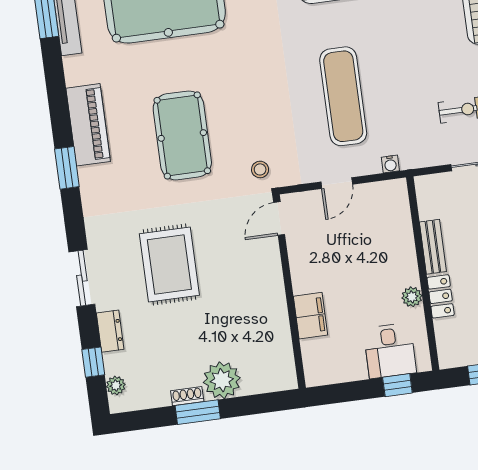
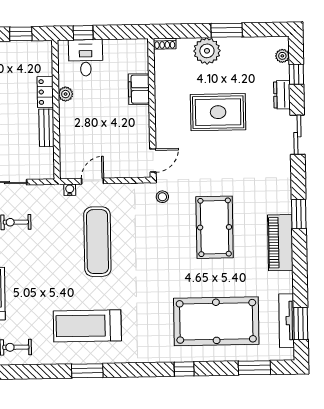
door: (337, 183) -> (93, 181), moved
rug: (169, 265) -> (218, 112), moved, turned 90
shoe rack: (187, 396) -> (165, 44), moved

